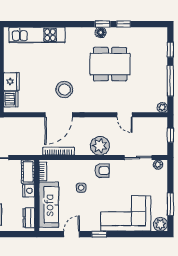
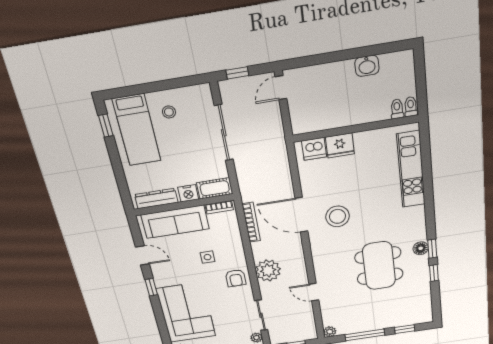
door: (125, 115) -> (314, 292), hinge flipped
dresser: (29, 218) -> (156, 198), width x1.44

